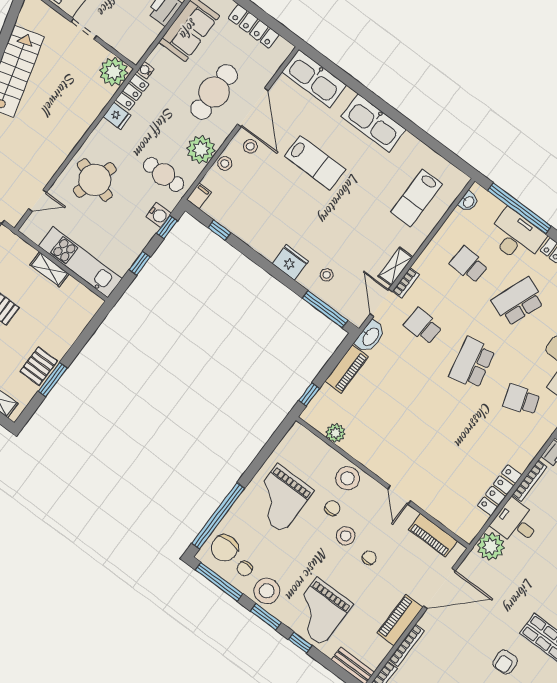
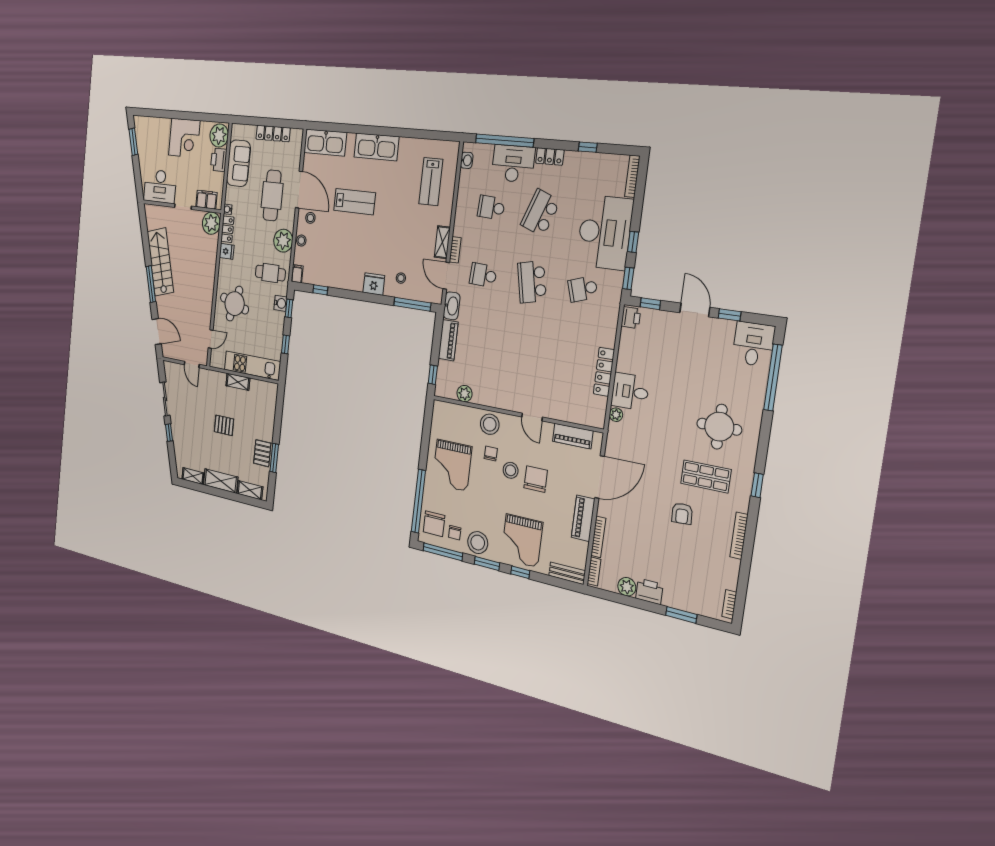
filing cabinet: (122, 42) -> (207, 200), added
bookcase: (530, 481) -> (623, 351), removed
plant: (491, 546) -> (616, 415), width x0.53, depth x0.53
chair: (369, 558) -> (536, 479), width x1.87, depth x1.87

